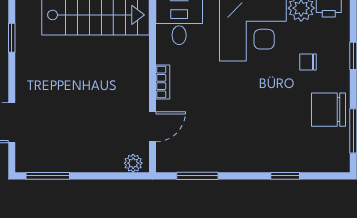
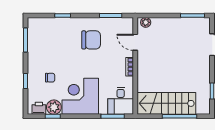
chair: (329, 110) -> (91, 40), moved
door: (152, 127) -> (135, 42), hinge flipped

